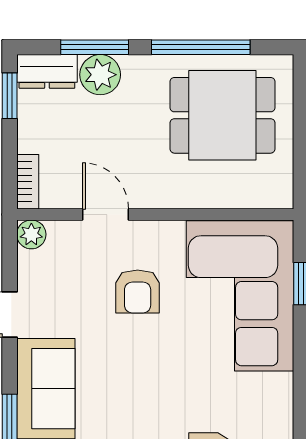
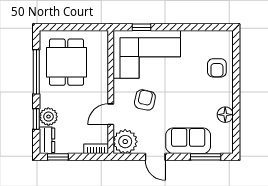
window: (95, 47) -> (36, 119), width x0.67
plant: (31, 234) -> (125, 142), width x1.88, depth x1.88
armchair: (138, 291) -> (145, 100), turned -78

